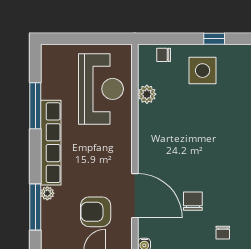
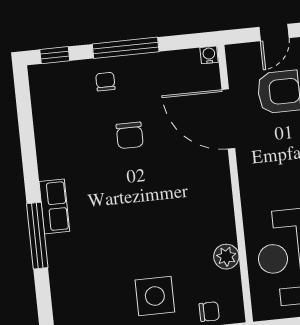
chair: (193, 201) -> (130, 135), moved

